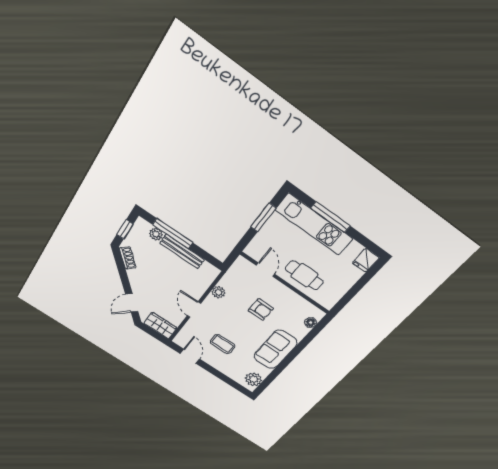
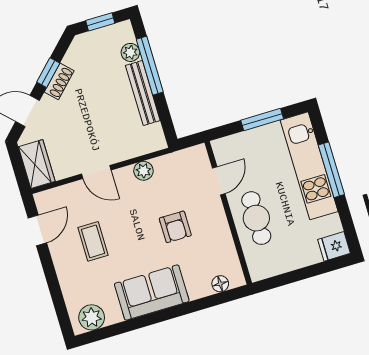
shoe rack: (128, 258) -> (59, 81), moved
window: (124, 276) -> (48, 73), added
door: (194, 309) -> (96, 172), swing flipped

